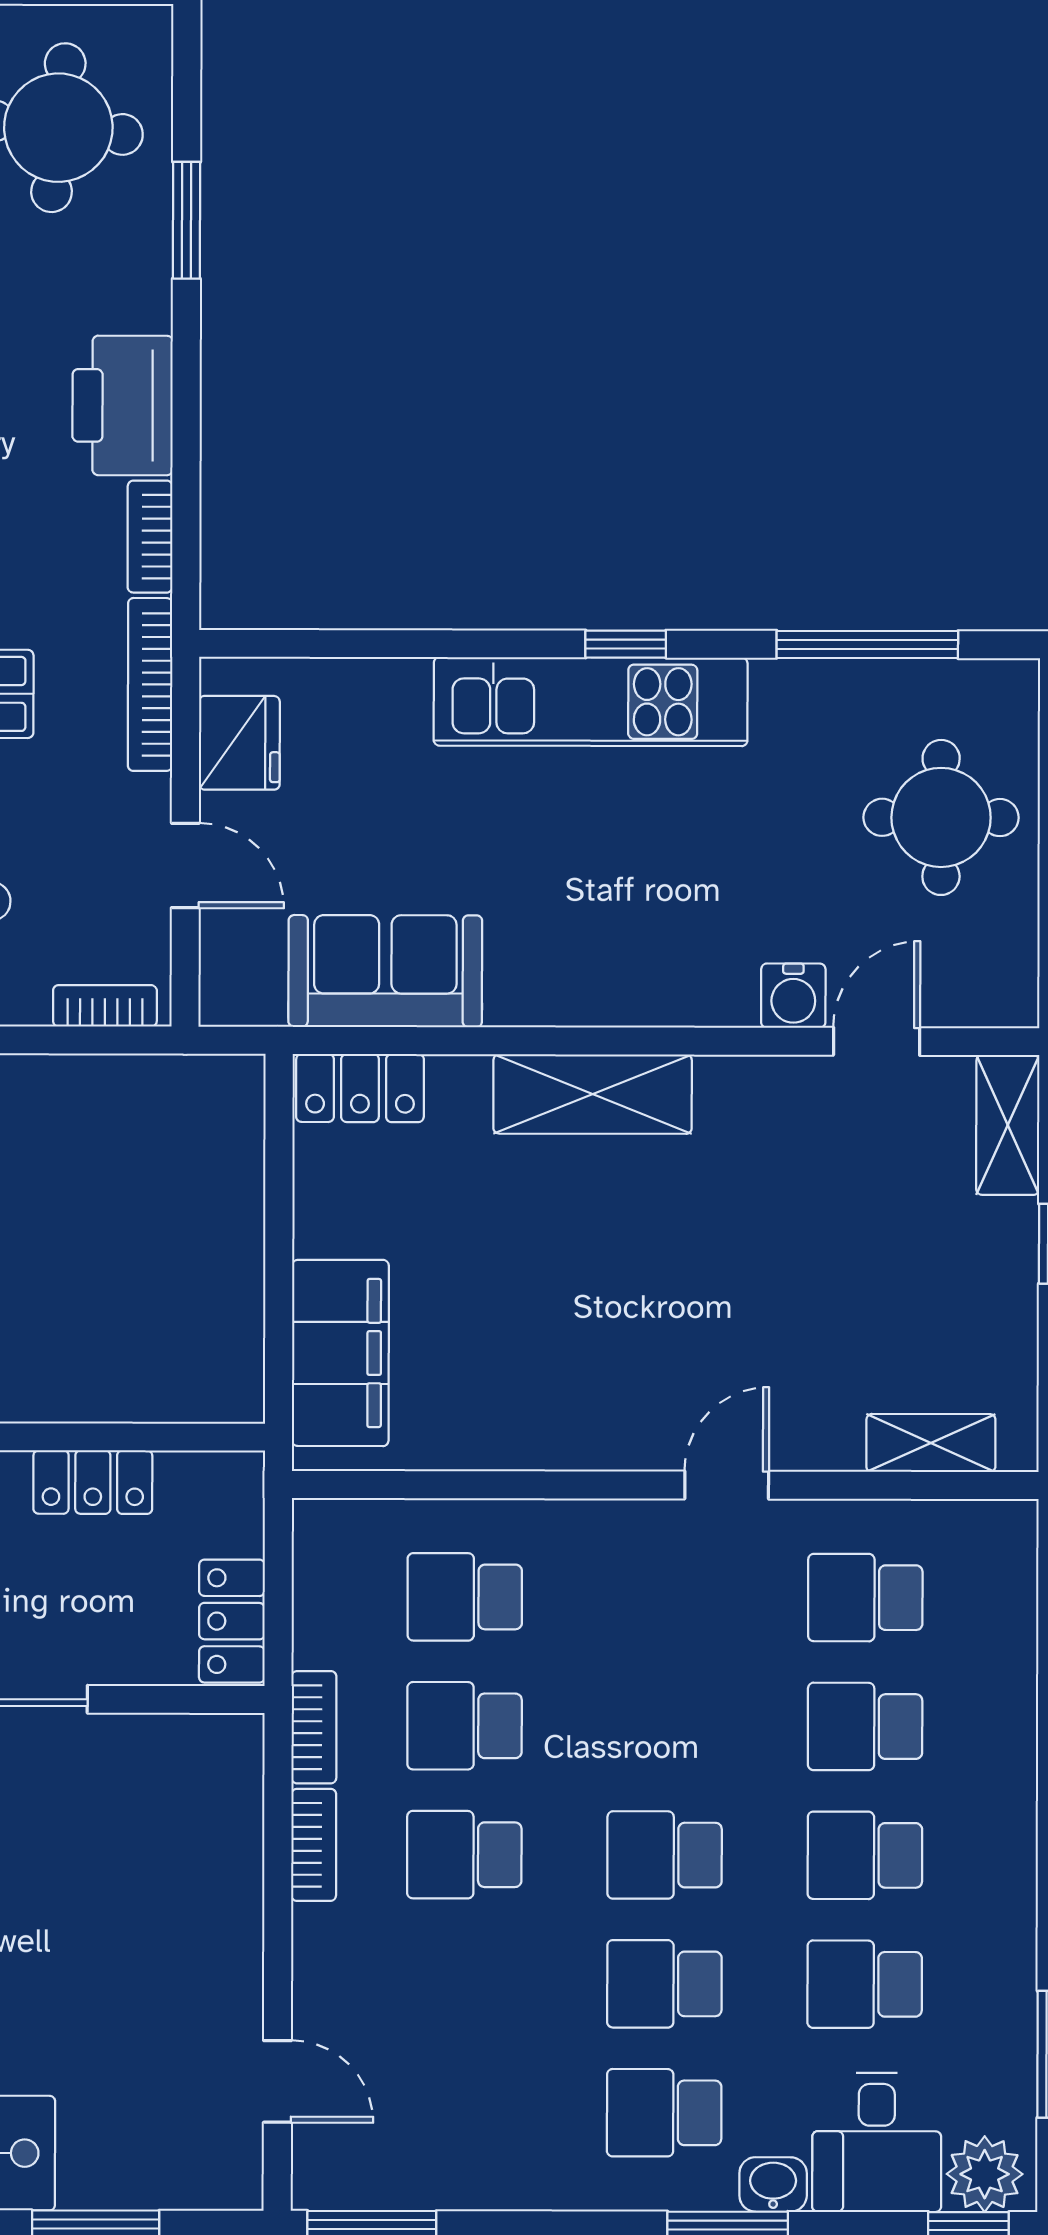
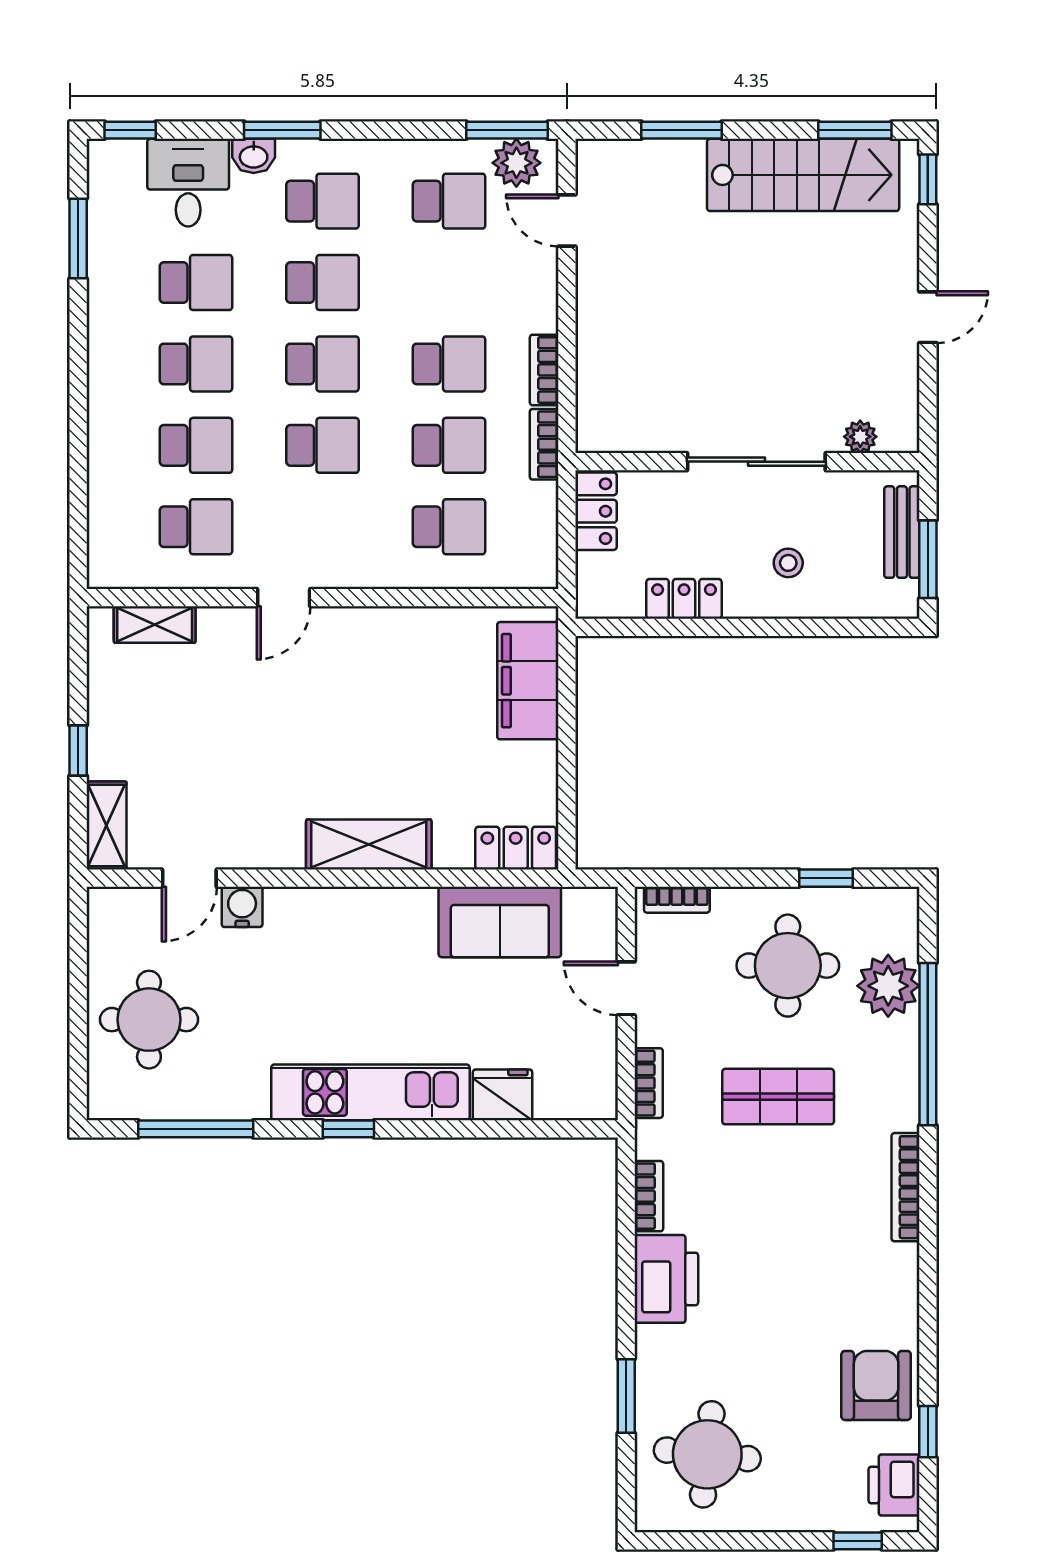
bookcase: (150, 684) -> (649, 1083), width x0.64
fridge: (239, 743) -> (503, 1095), moved, turned 90
school desk: (665, 1726) -> (322, 445), added
school desk: (464, 2112) -> (449, 201), added
plant: (985, 2174) -> (516, 163), moved

